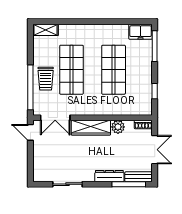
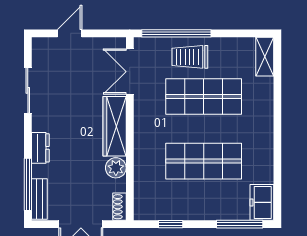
door: (30, 132) -> (70, 33), moved
dresser: (109, 176) -> (40, 148), width x0.70

